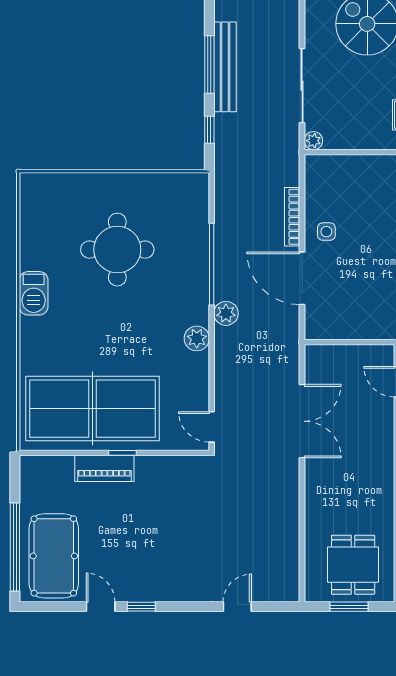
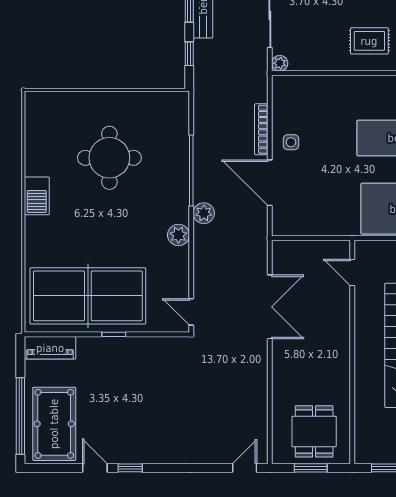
piano: (104, 468) -> (50, 348), moved
door: (237, 607) -> (245, 468), moved

